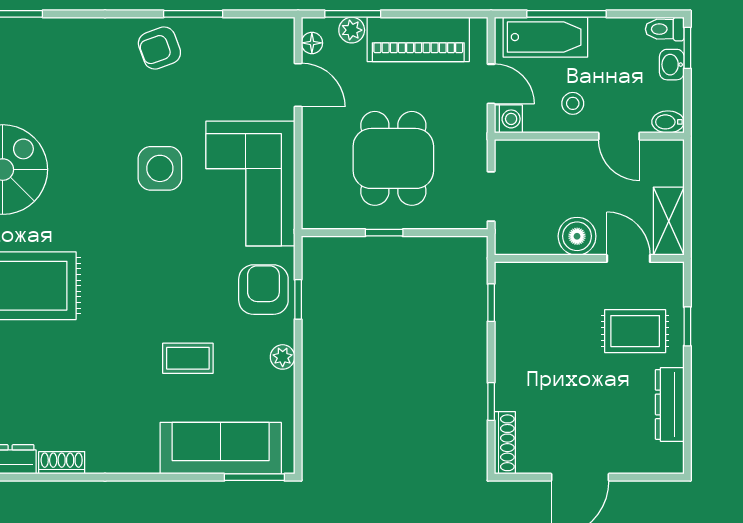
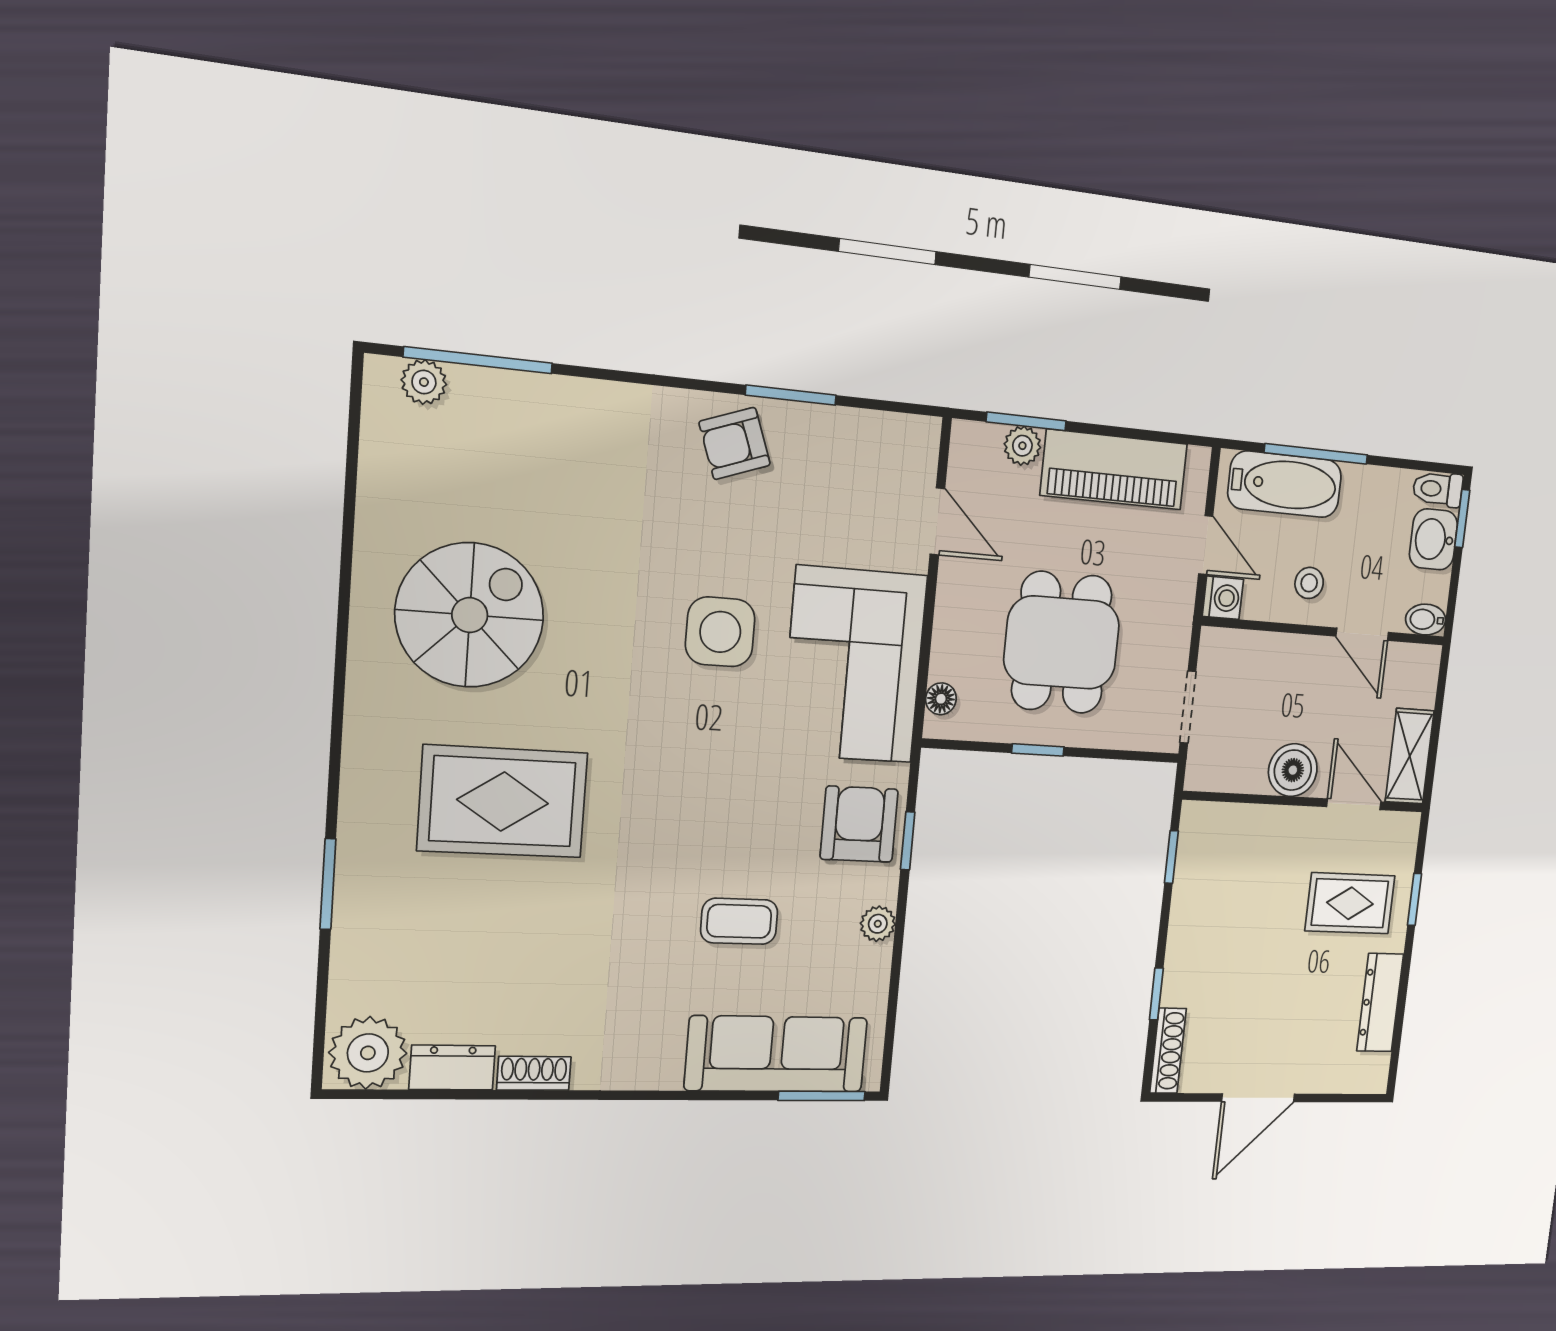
floor lamp: (312, 43) -> (941, 699), moved
washbasin: (672, 65) -> (1433, 539), width x1.38, depth x1.45

